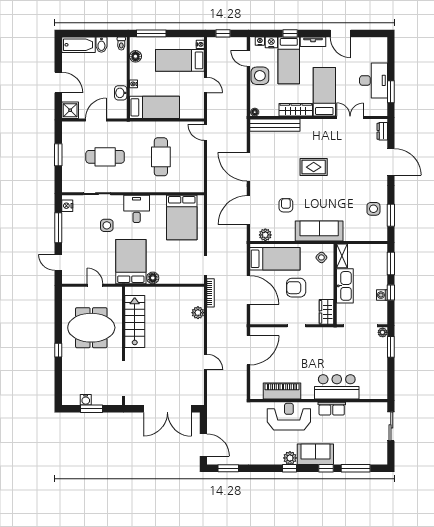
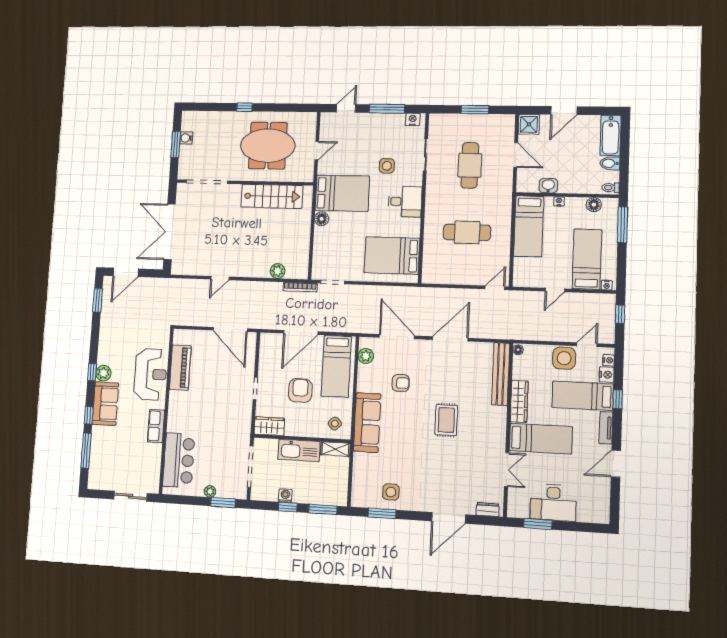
meeting table: (91, 328) -> (268, 146), turned 90
plant: (383, 332) -> (210, 491), moved
bar counter: (337, 387) -> (179, 460), moved

